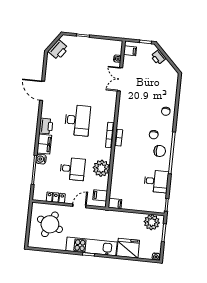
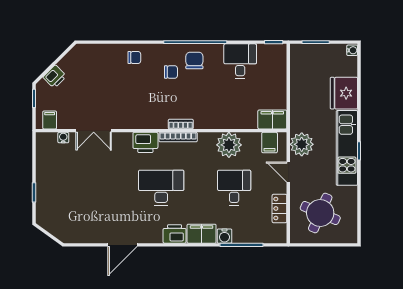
printer: (58, 50) -> (145, 142), moved, turned 144
filing cabinet: (115, 204) -> (272, 119), width x2.00
plant: (152, 222) -> (302, 144), moved

